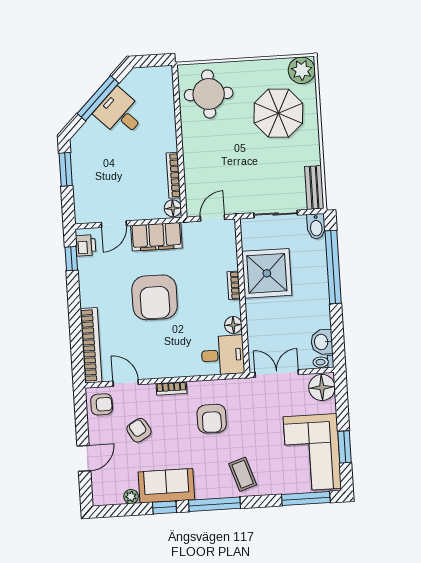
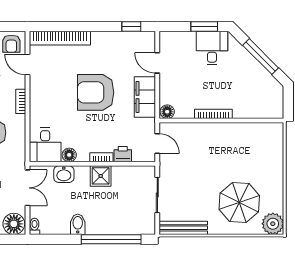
round table: (209, 94) -> (258, 147), removed
desk: (120, 113) -> (212, 48), moved, turned -45
bookcase: (173, 175) -> (213, 114), moved
bench: (314, 188) -> (183, 228), width x1.36
bidet: (316, 226) -> (78, 224), moved, turned 90
printer: (86, 245) -> (123, 154), moved, turned 180
shower: (267, 273) -> (101, 176), width x0.54, depth x0.54
washbasin: (322, 342) -> (64, 174), moved, turned 180
door: (126, 383) -> (28, 65), swing flipped

